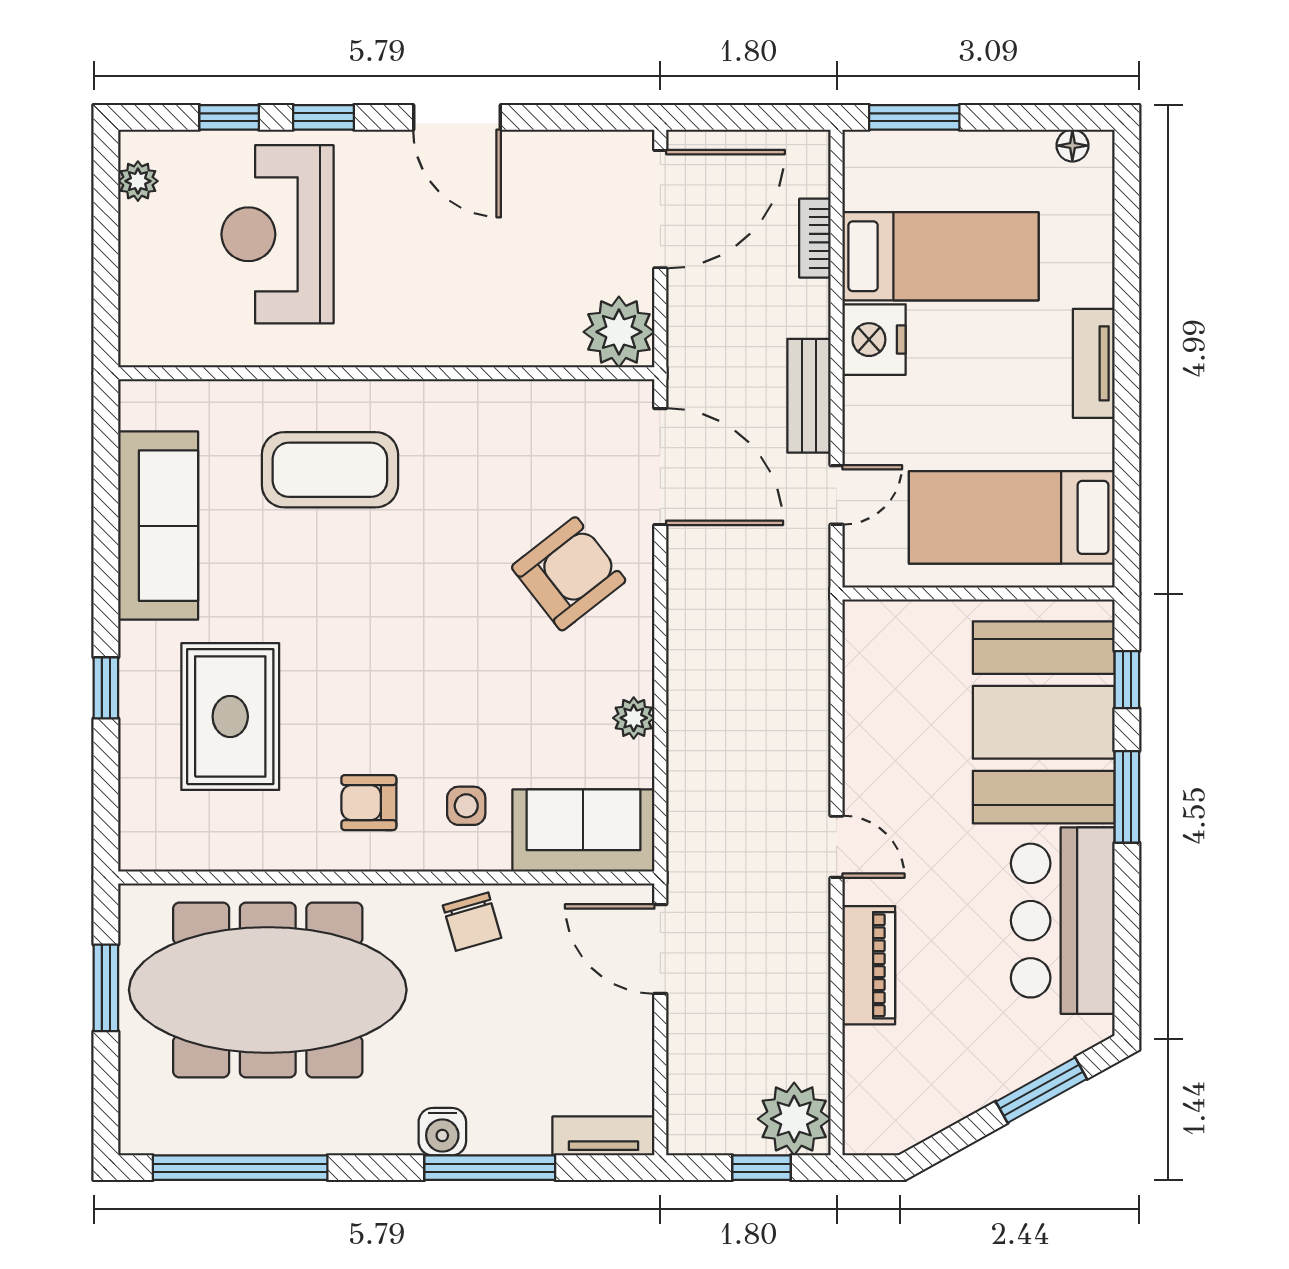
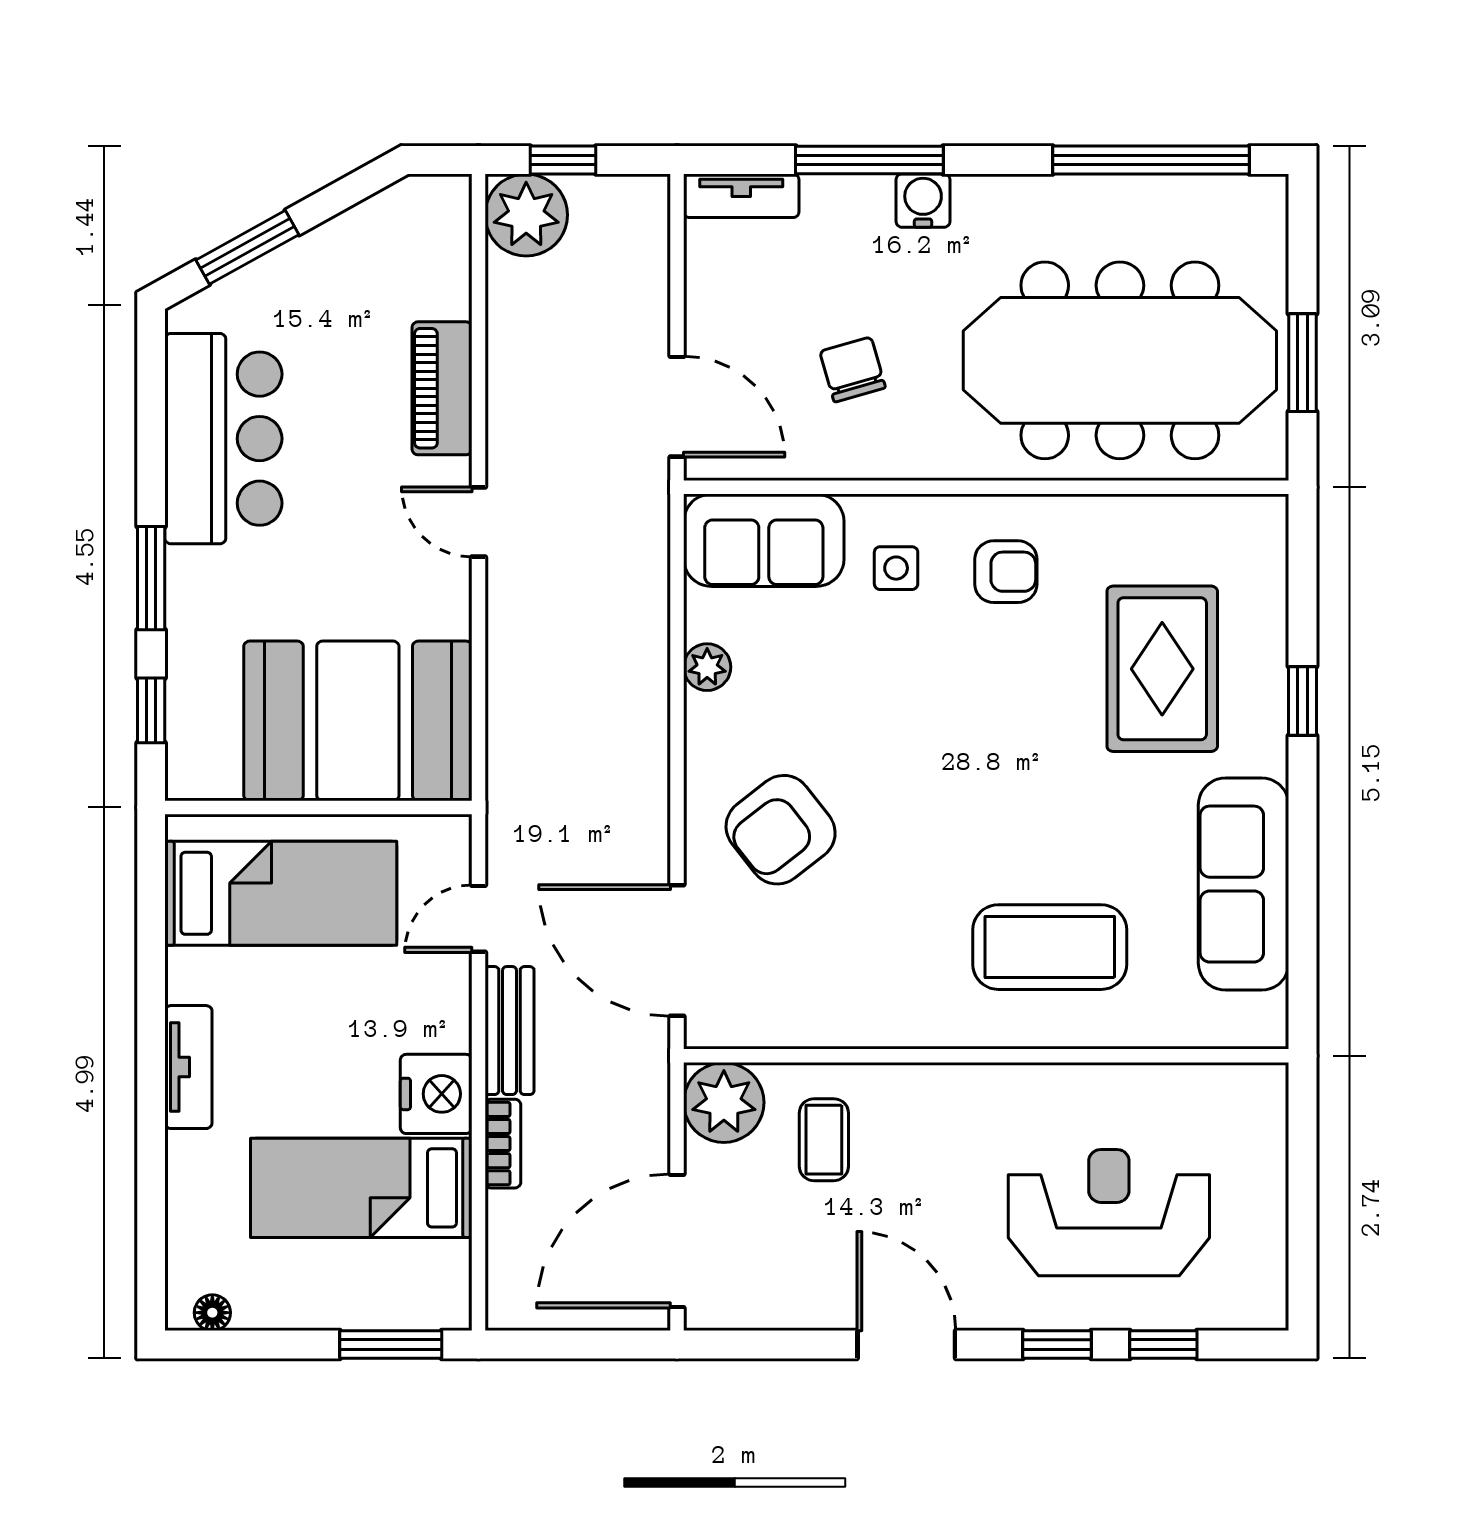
plant: (138, 181) -> (1266, 1273), removed
reception desk: (278, 234) -> (1109, 1213), turned -90
bookcase: (815, 238) -> (503, 1144), moved
coffee table: (530, 299) -> (824, 1140), added
booth: (1044, 722) -> (358, 721), moved, turned 90
chair: (472, 922) -> (853, 370), moved

